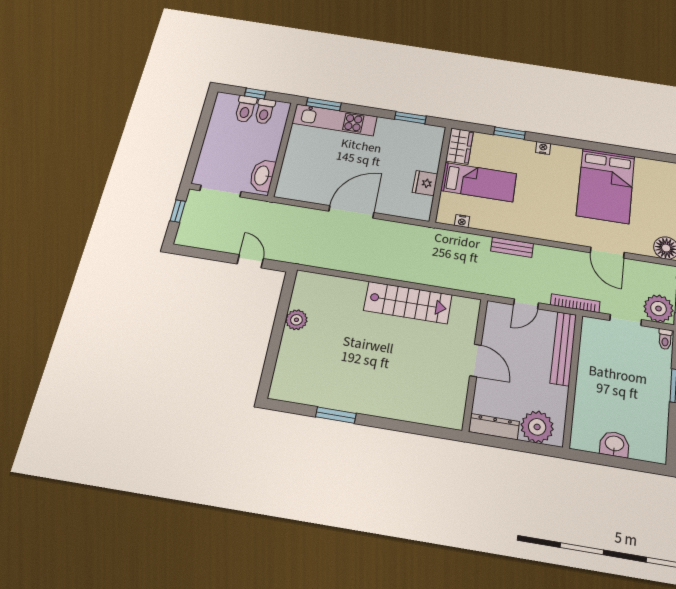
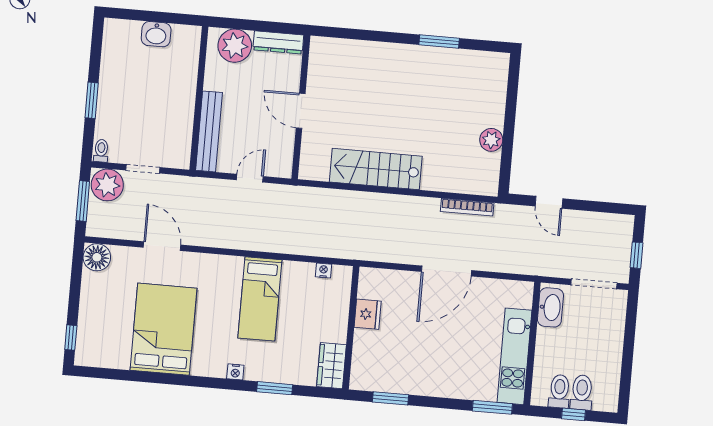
kitchen unit: (335, 120) -> (514, 356), moved, turned -90
bed: (479, 182) -> (260, 299), moved, turned -90
bench: (512, 247) -> (267, 243), removed
bookcase: (575, 303) -> (467, 207), moved

